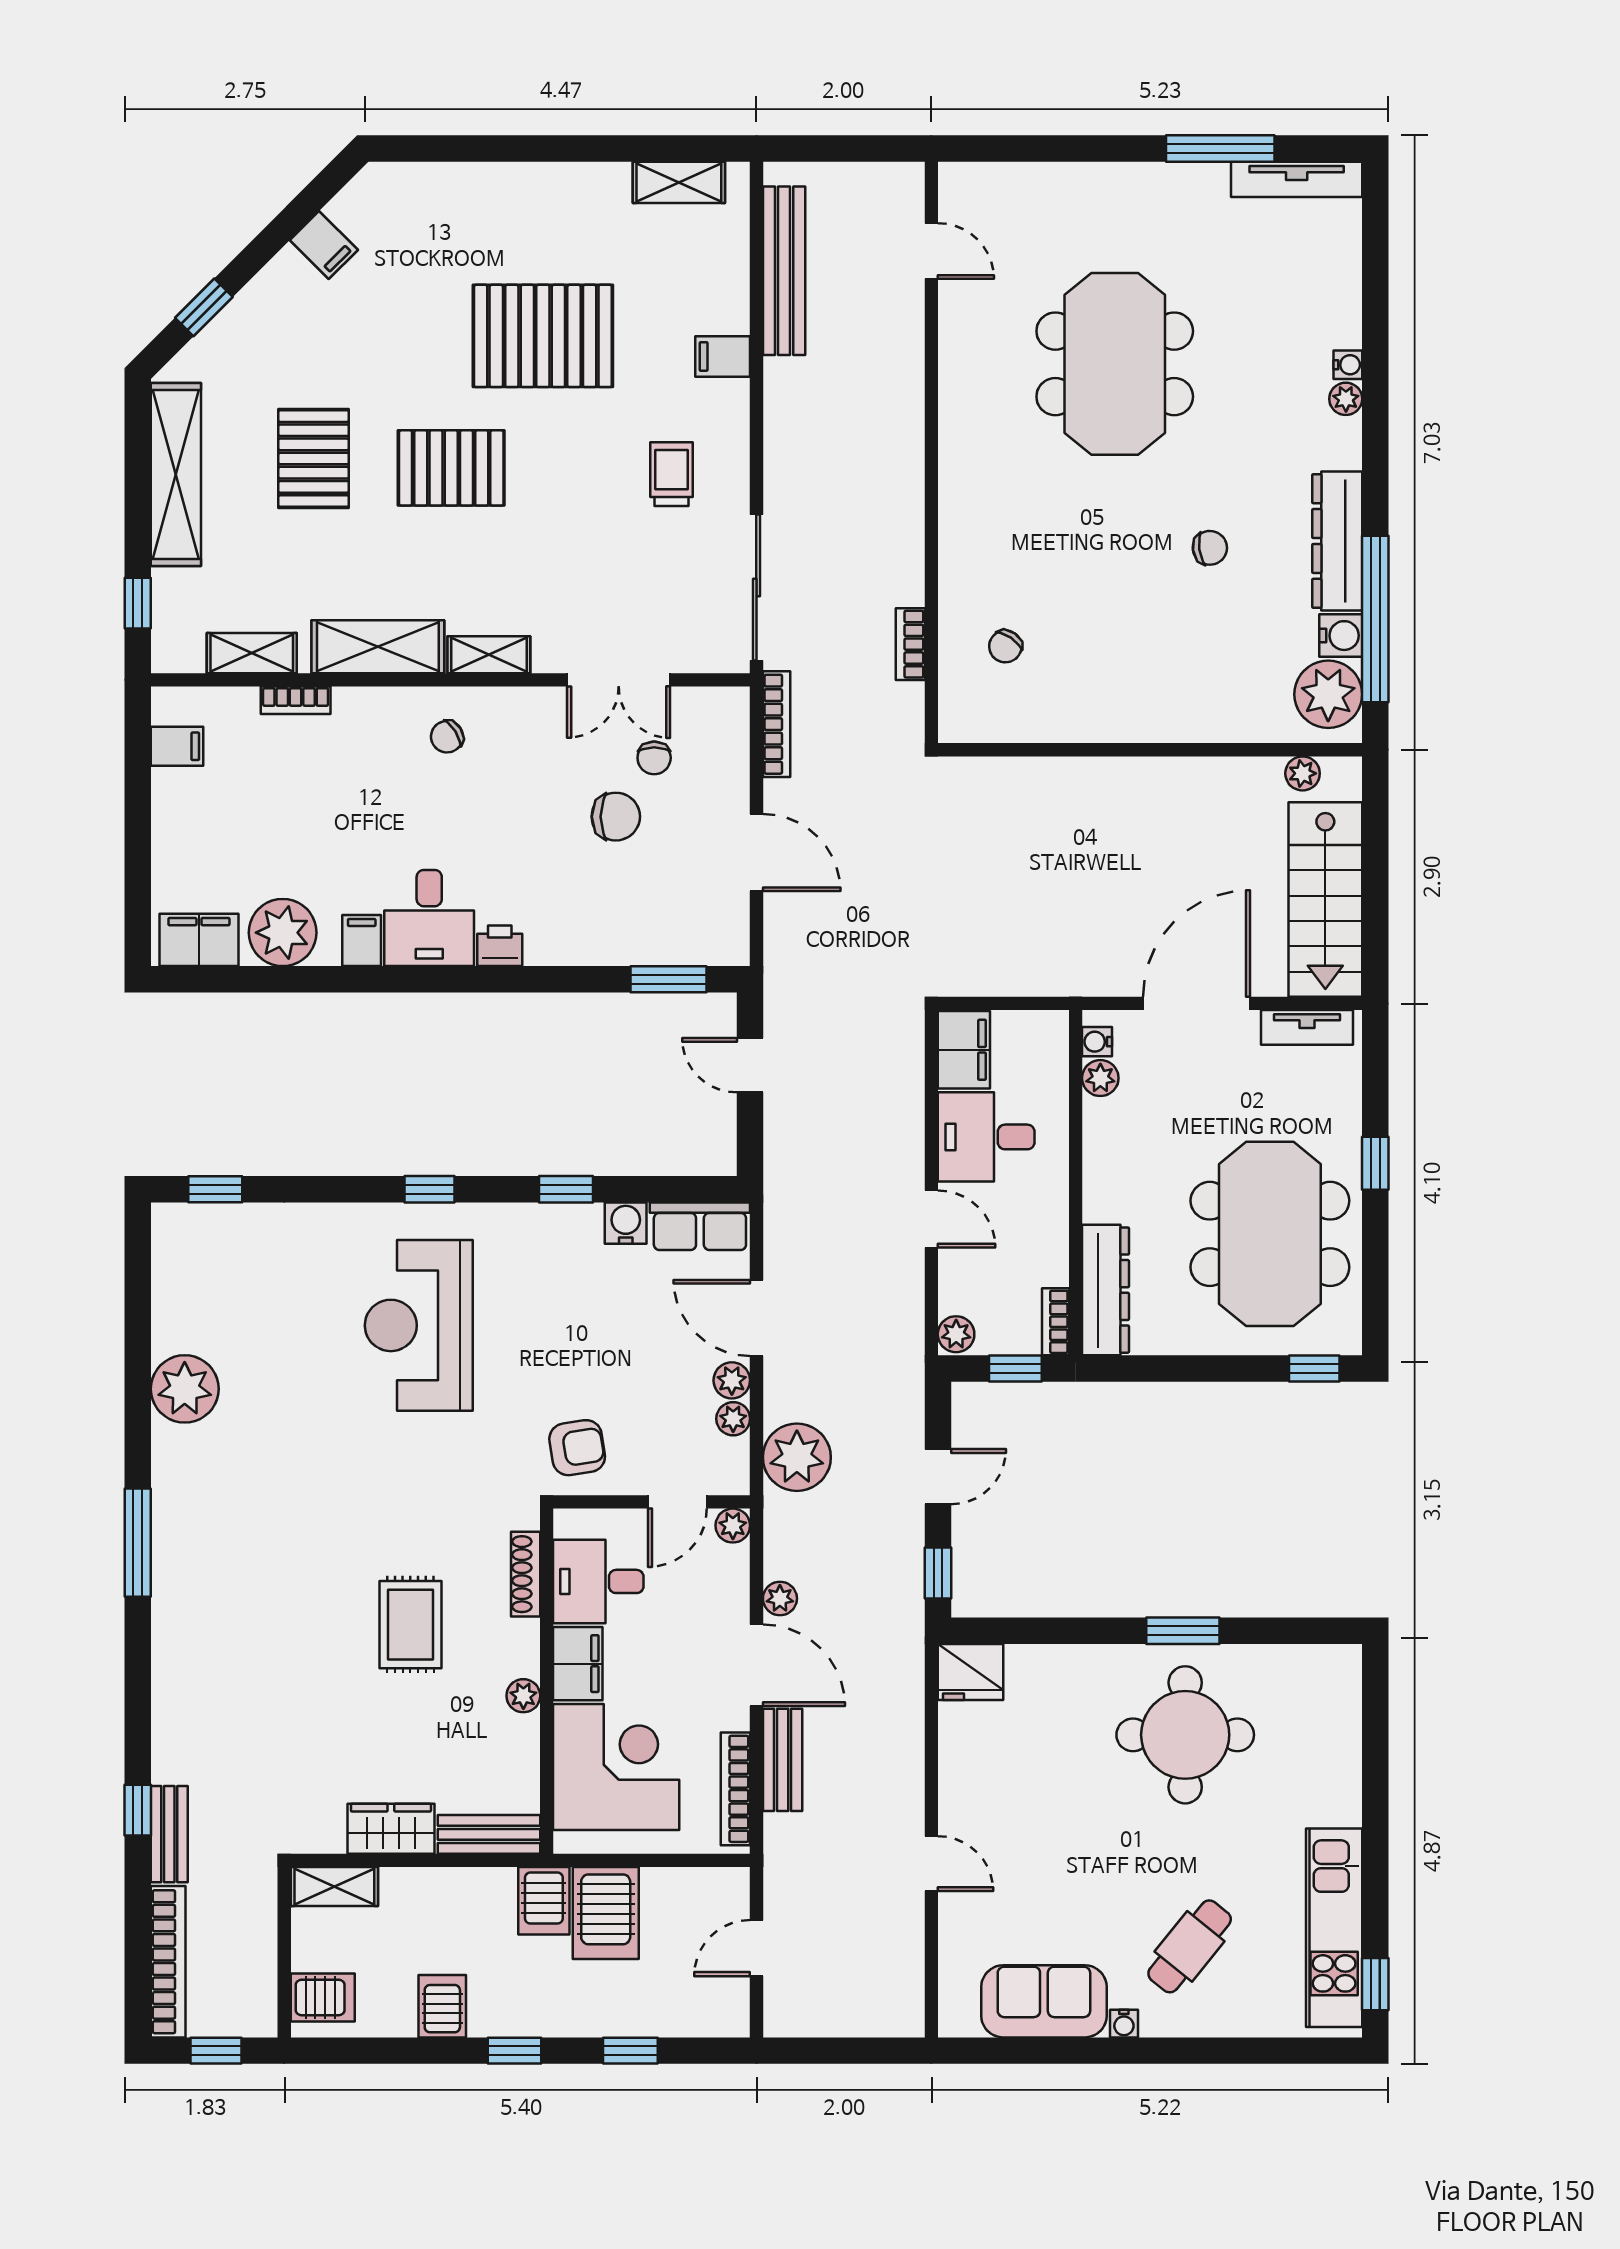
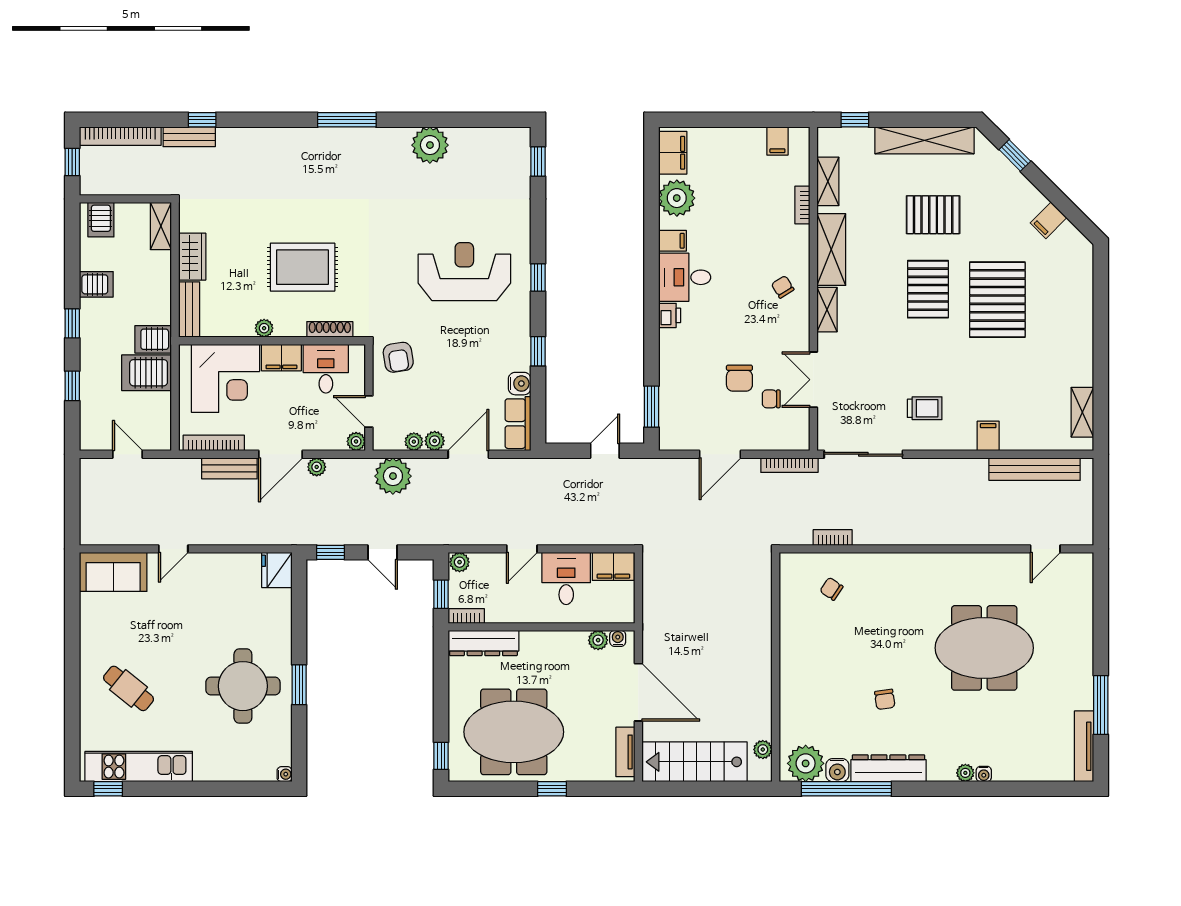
pallet: (543, 336) -> (997, 300), moved
rug: (410, 1625) -> (303, 267), width x1.36, depth x1.43
sofa: (1044, 2001) -> (113, 572), moved, turned 90
water cooler: (1124, 2024) -> (285, 774), moved, turned 180

